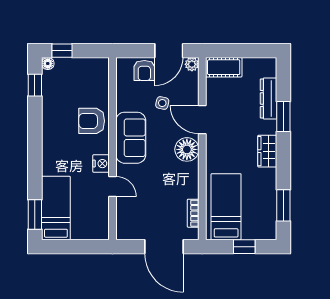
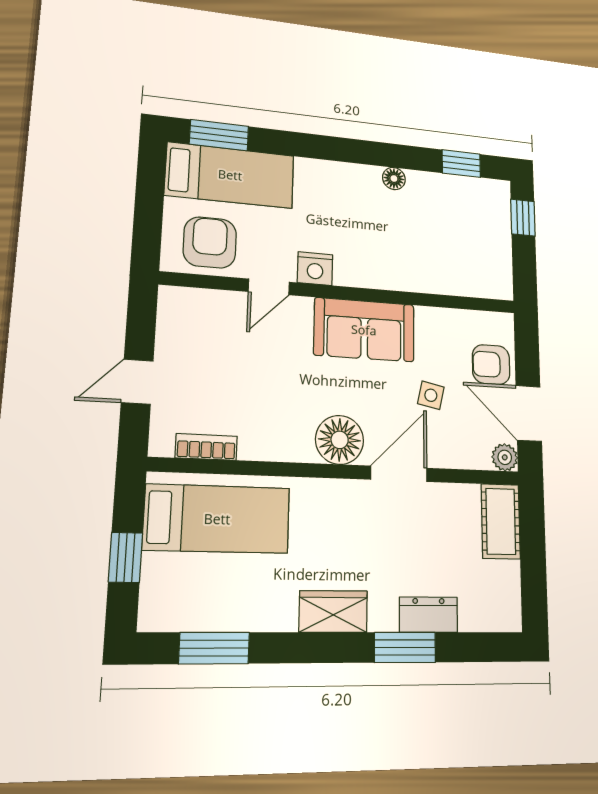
floor lamp: (48, 63) -> (394, 179), moved
dresser: (268, 99) -> (429, 615), width x0.70
armchair: (92, 121) -> (210, 242), moved
door: (164, 247) -> (137, 382), width x0.53

